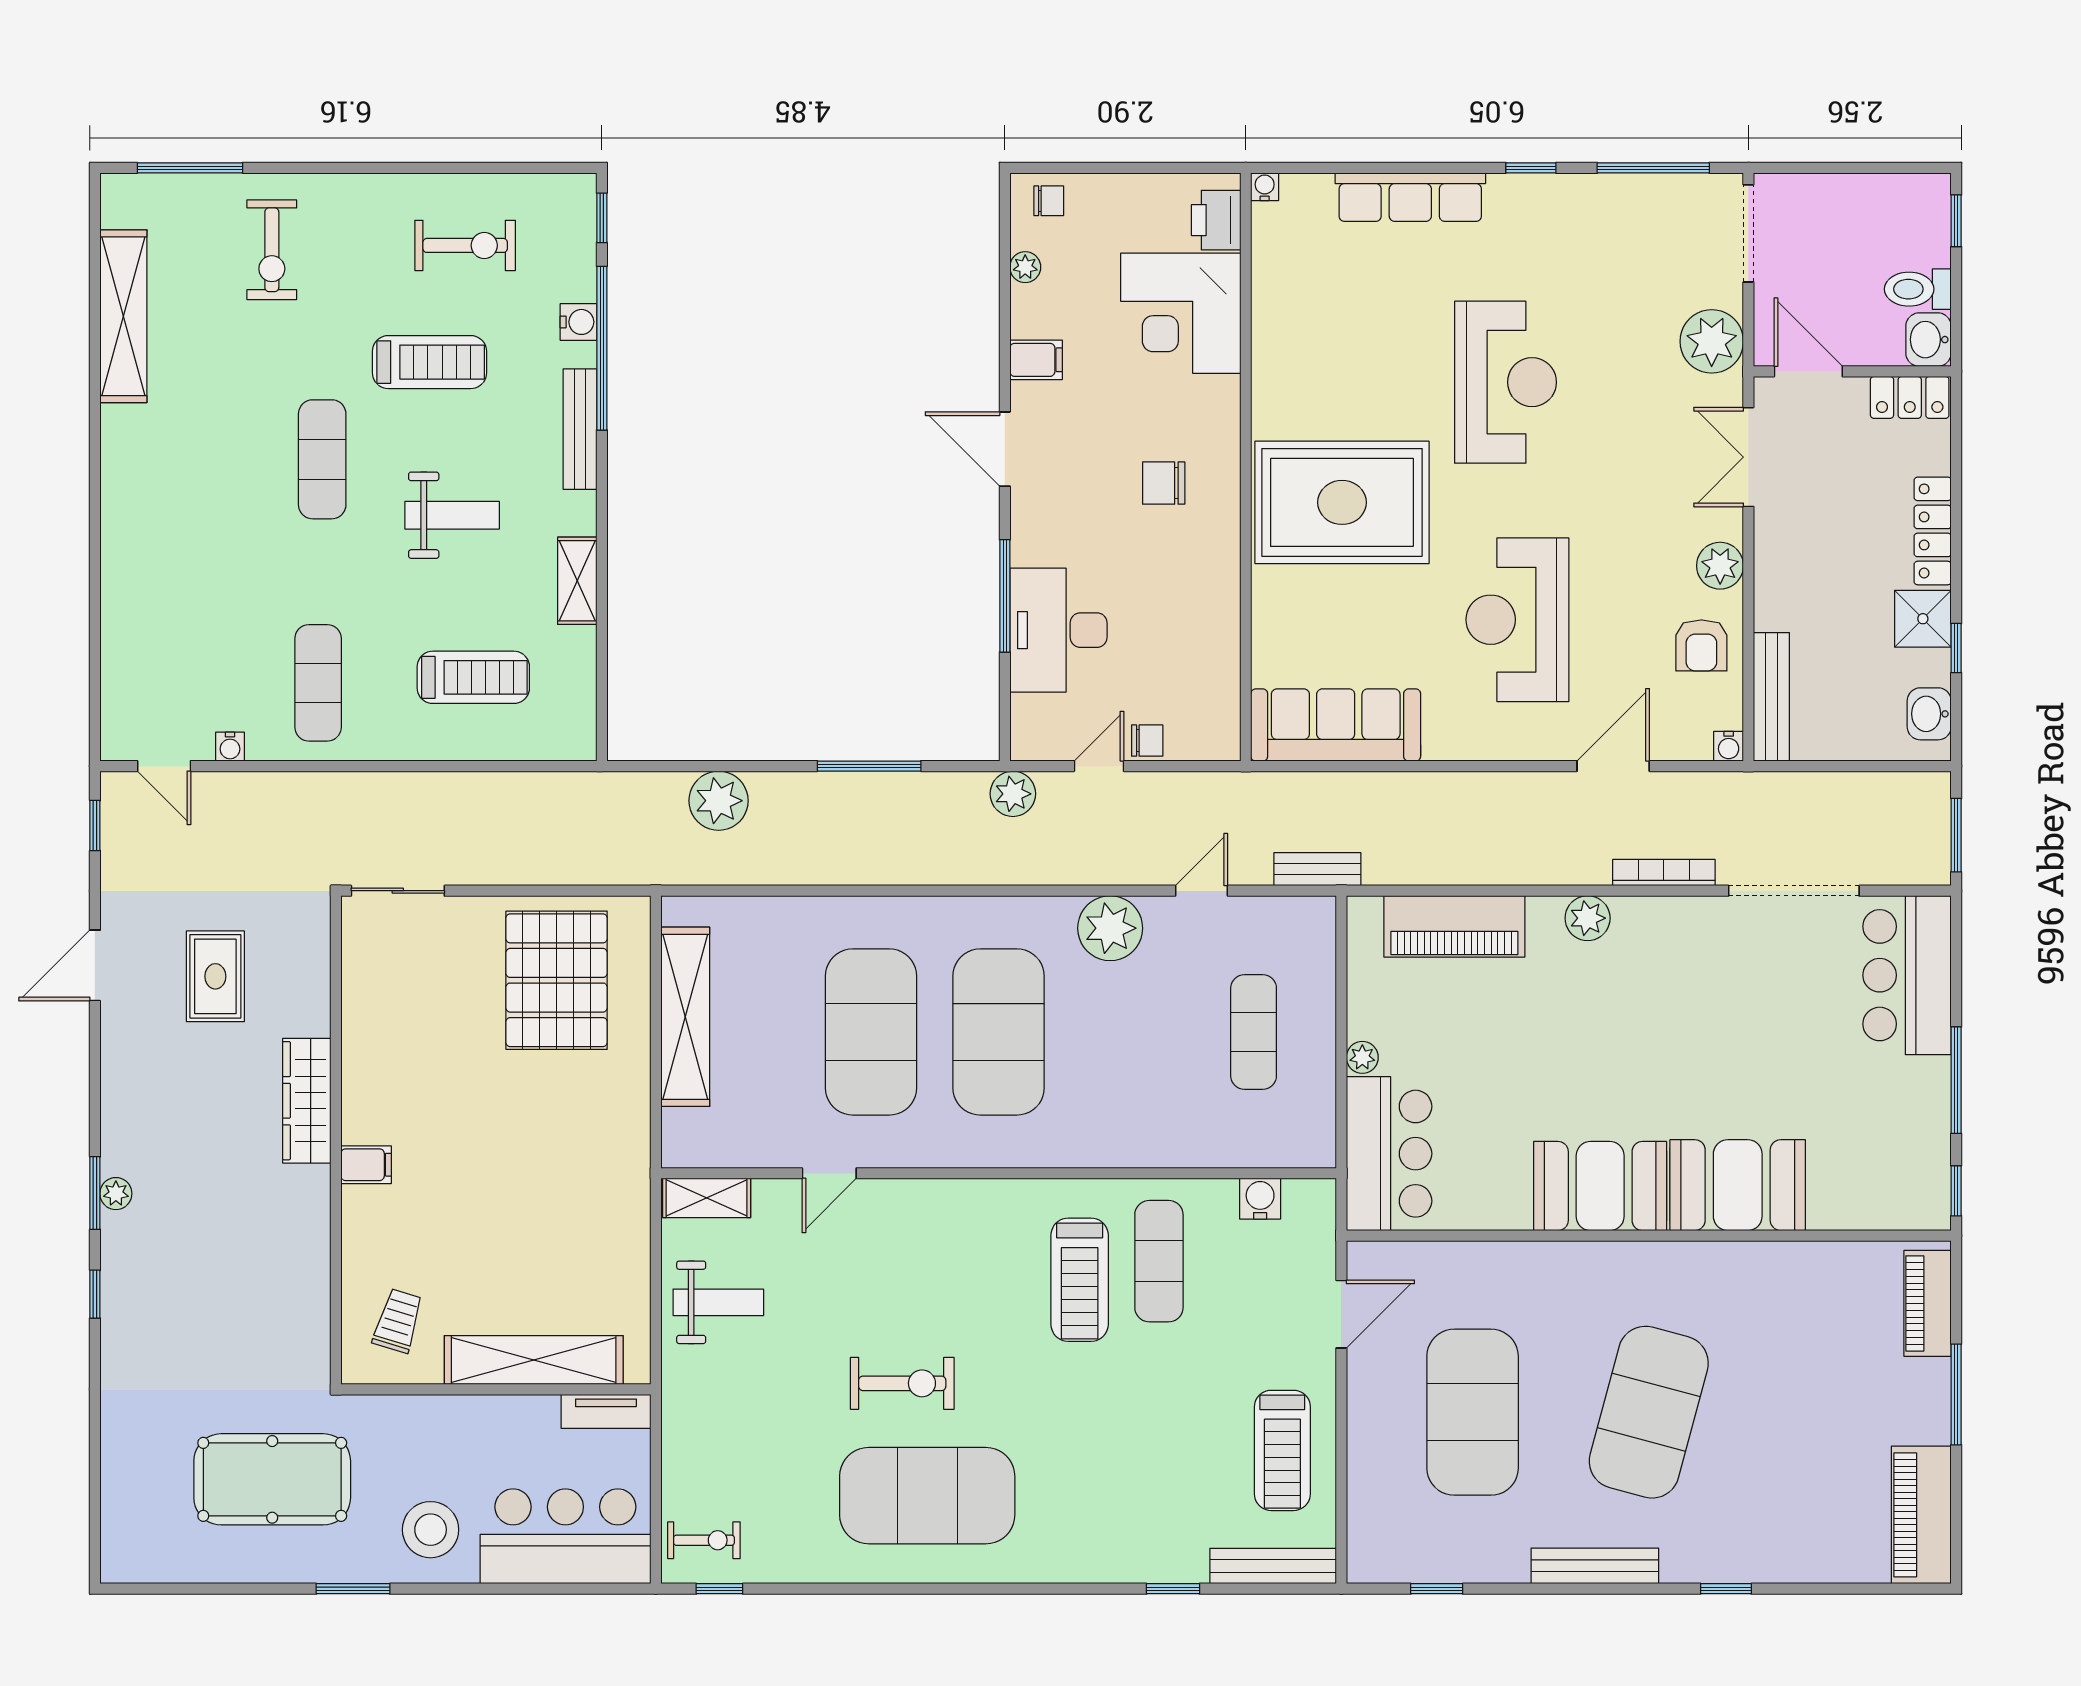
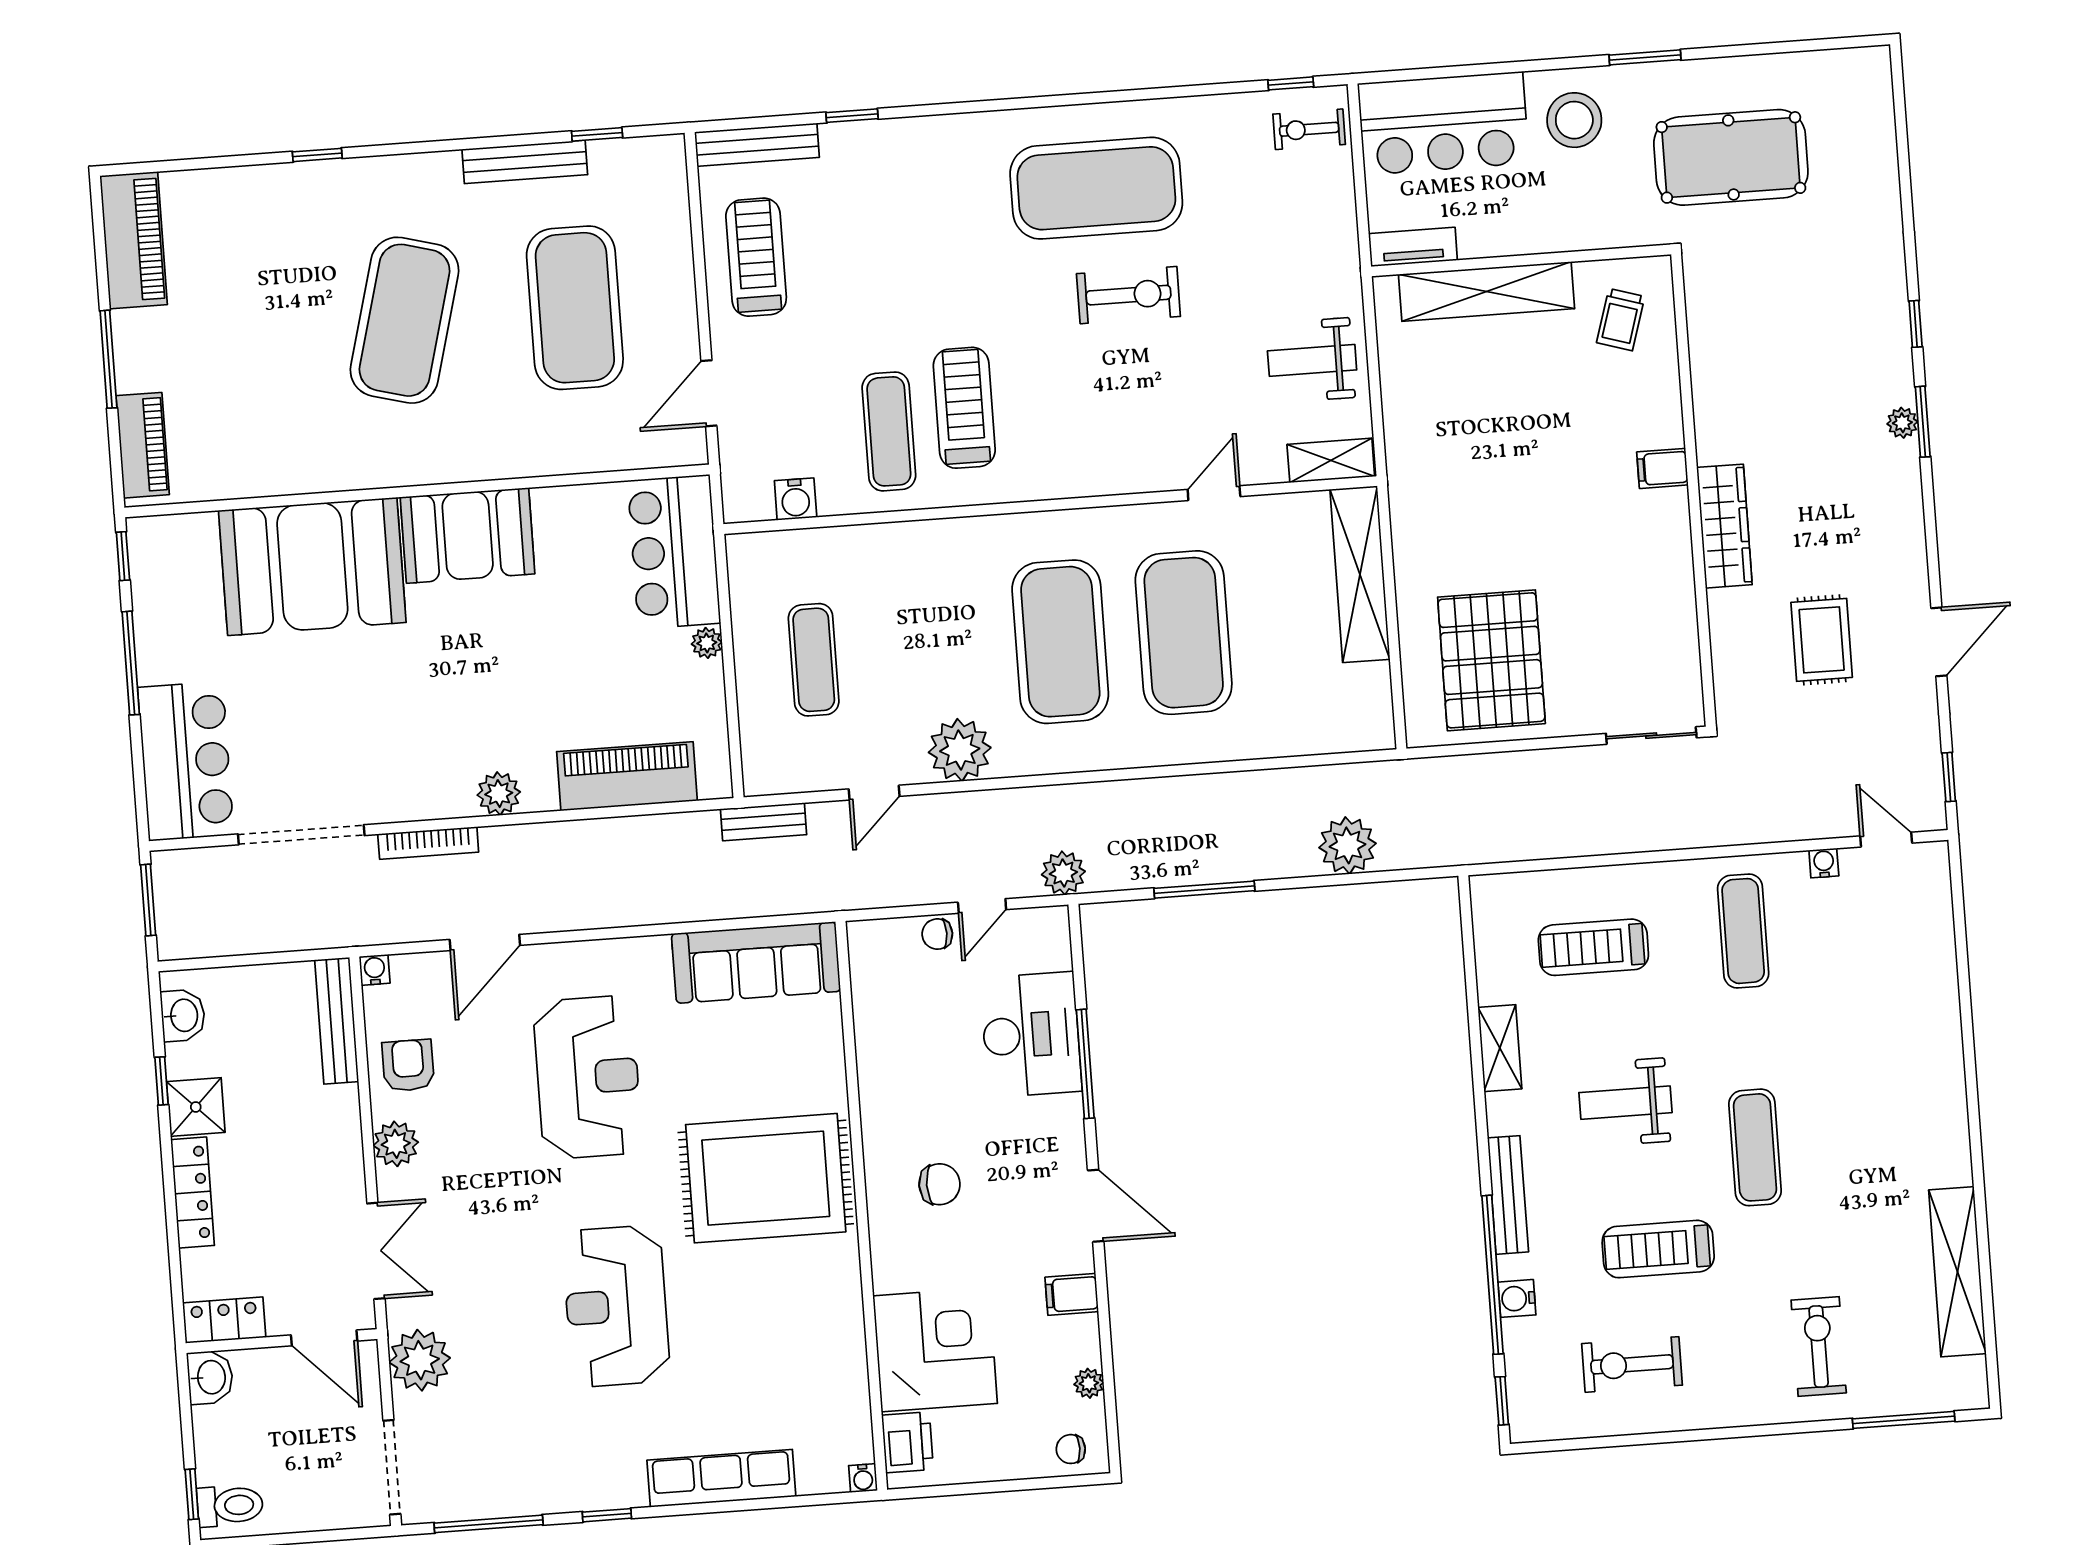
toilet: (1918, 289) -> (230, 1506), moved
shelving: (685, 1017) -> (1360, 574), moved
booth: (1738, 1185) -> (312, 566), width x1.36, depth x1.42
exercise bike: (902, 1383) -> (1128, 295), turned 180
bench: (1595, 1566) -> (525, 162), moved

